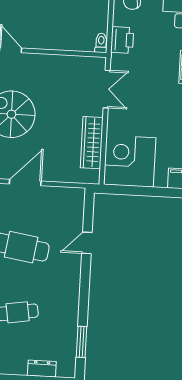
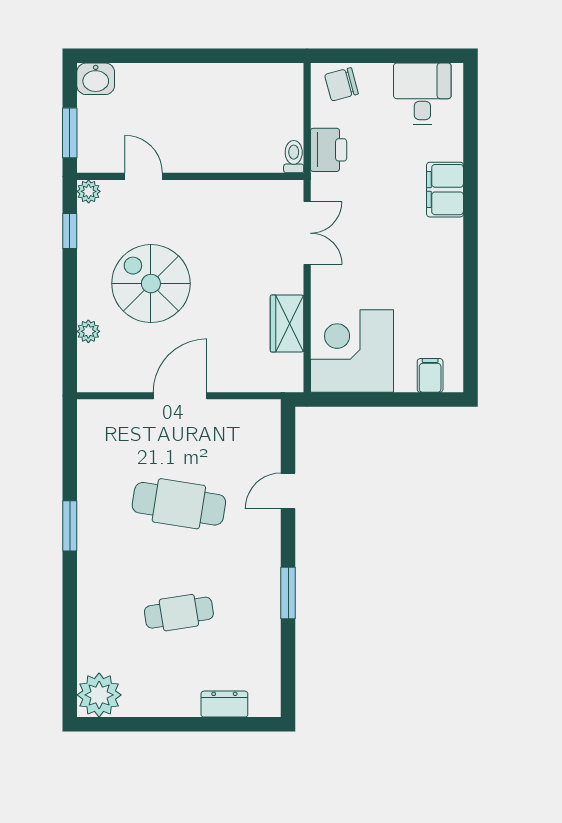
wardrobe: (92, 143) -> (287, 324), width x0.67
window: (82, 342) -> (288, 593), moved

